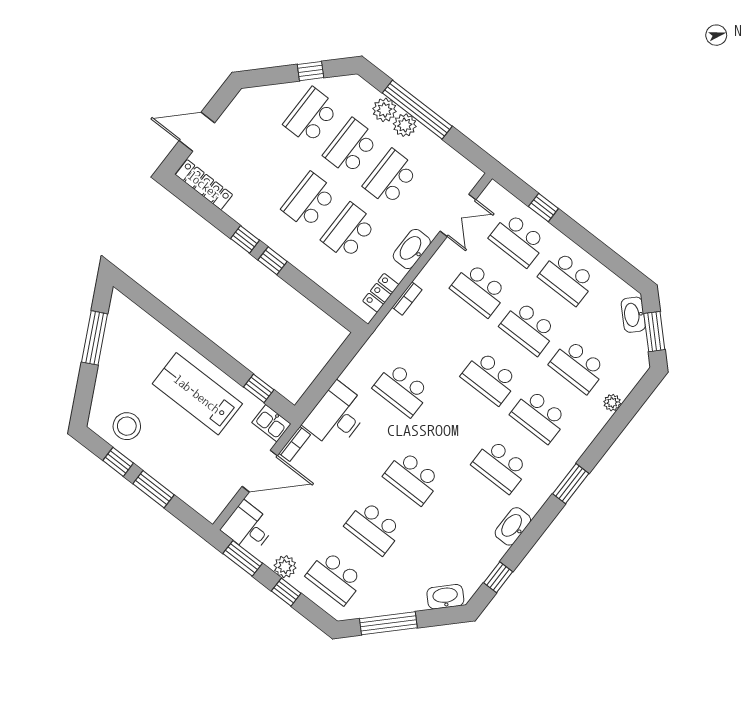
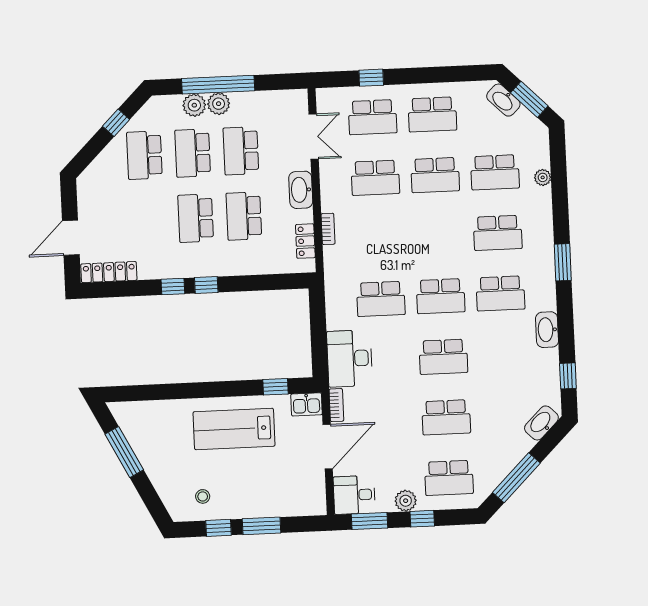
school desk: (490, 378) -> (441, 296), moved
stool: (127, 426) -> (203, 496), width x0.53, depth x0.53

